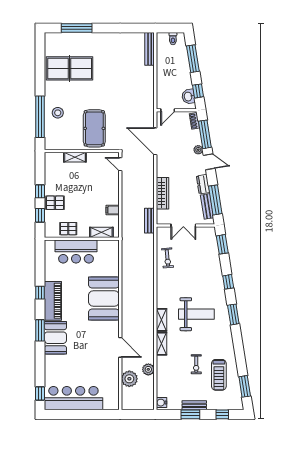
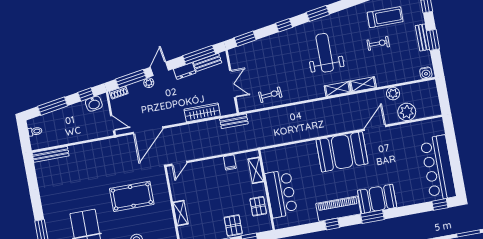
pool table: (94, 128) -> (132, 196), moved
booth: (104, 298) -> (342, 152), moved

